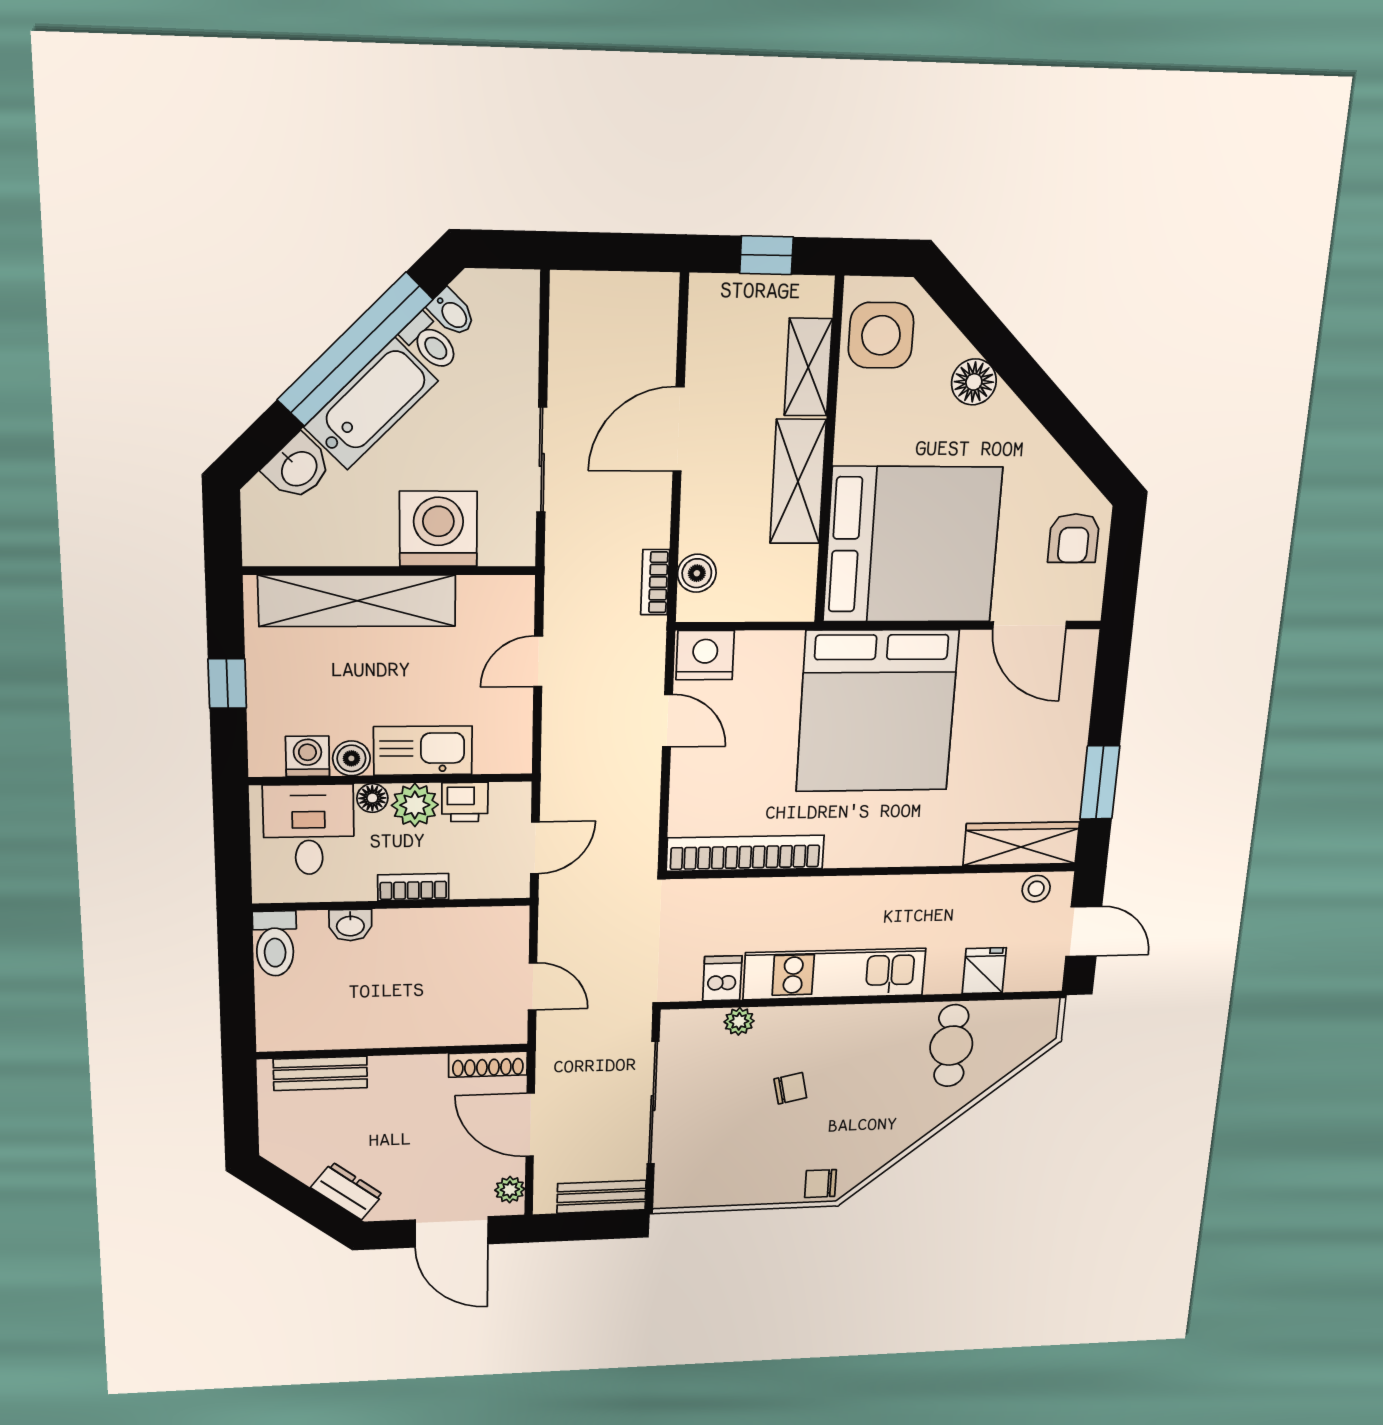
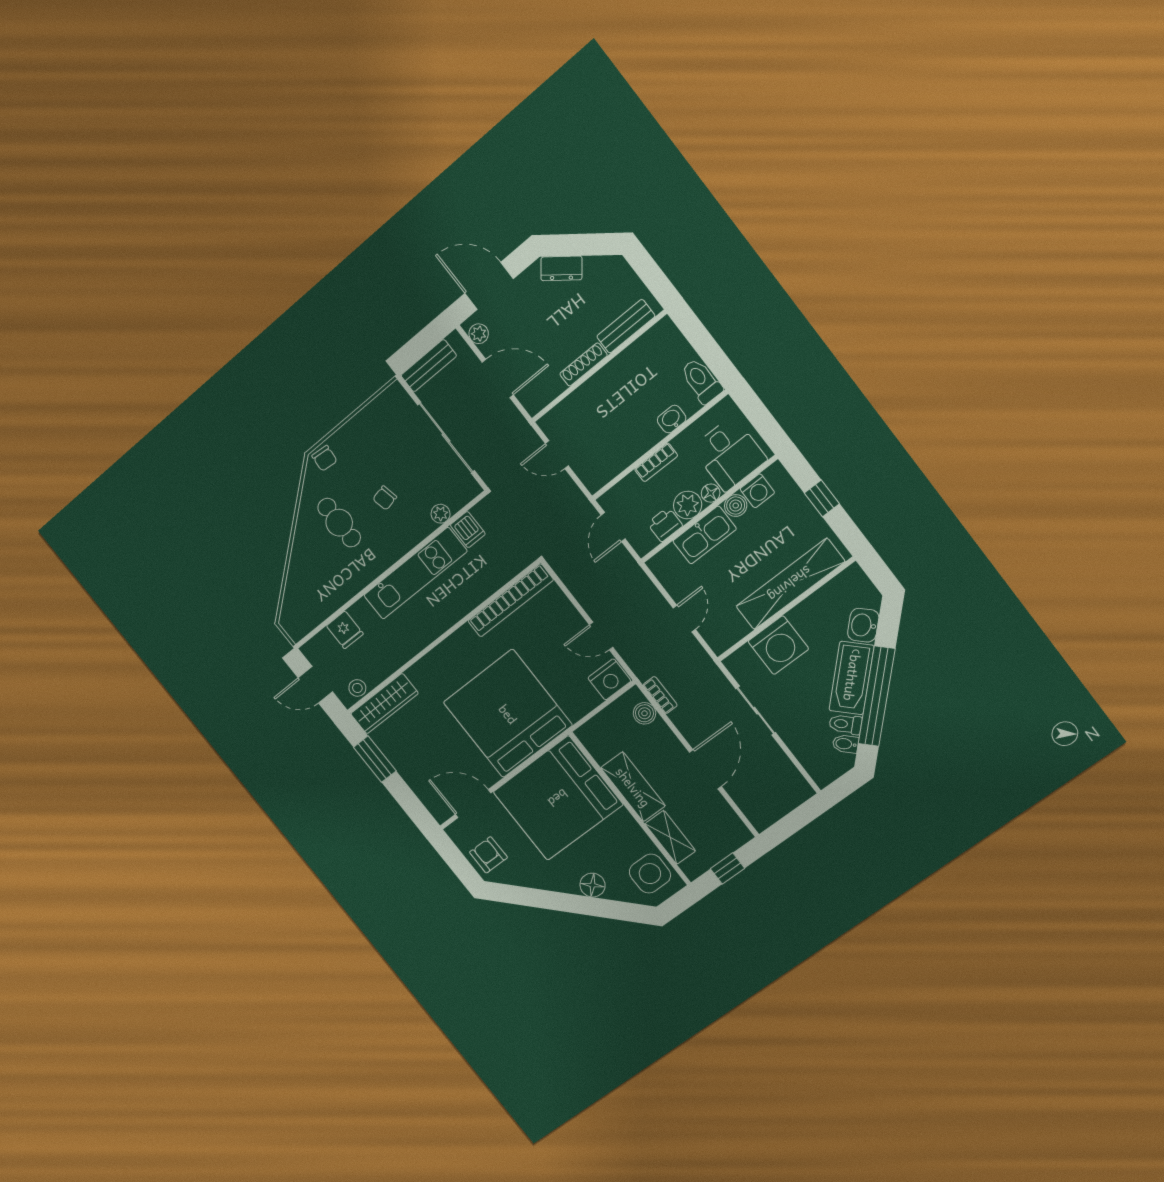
cafe table: (951, 1046) -> (339, 523), moved
shoe rack: (488, 1064) -> (584, 365), moved
chair: (821, 1184) -> (324, 458), turned 95

